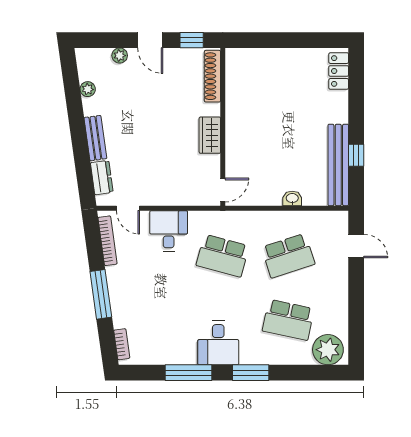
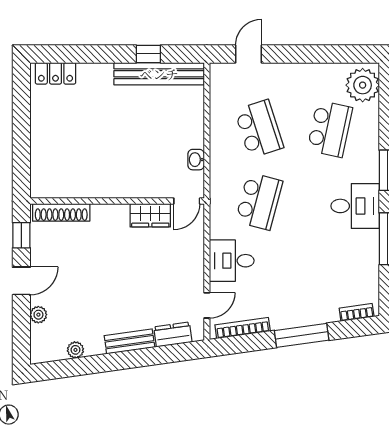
wardrobe: (210, 135) -> (150, 215), moved
door: (223, 190) -> (187, 201), swing flipped
washbasin: (292, 198) -> (196, 160), moved

